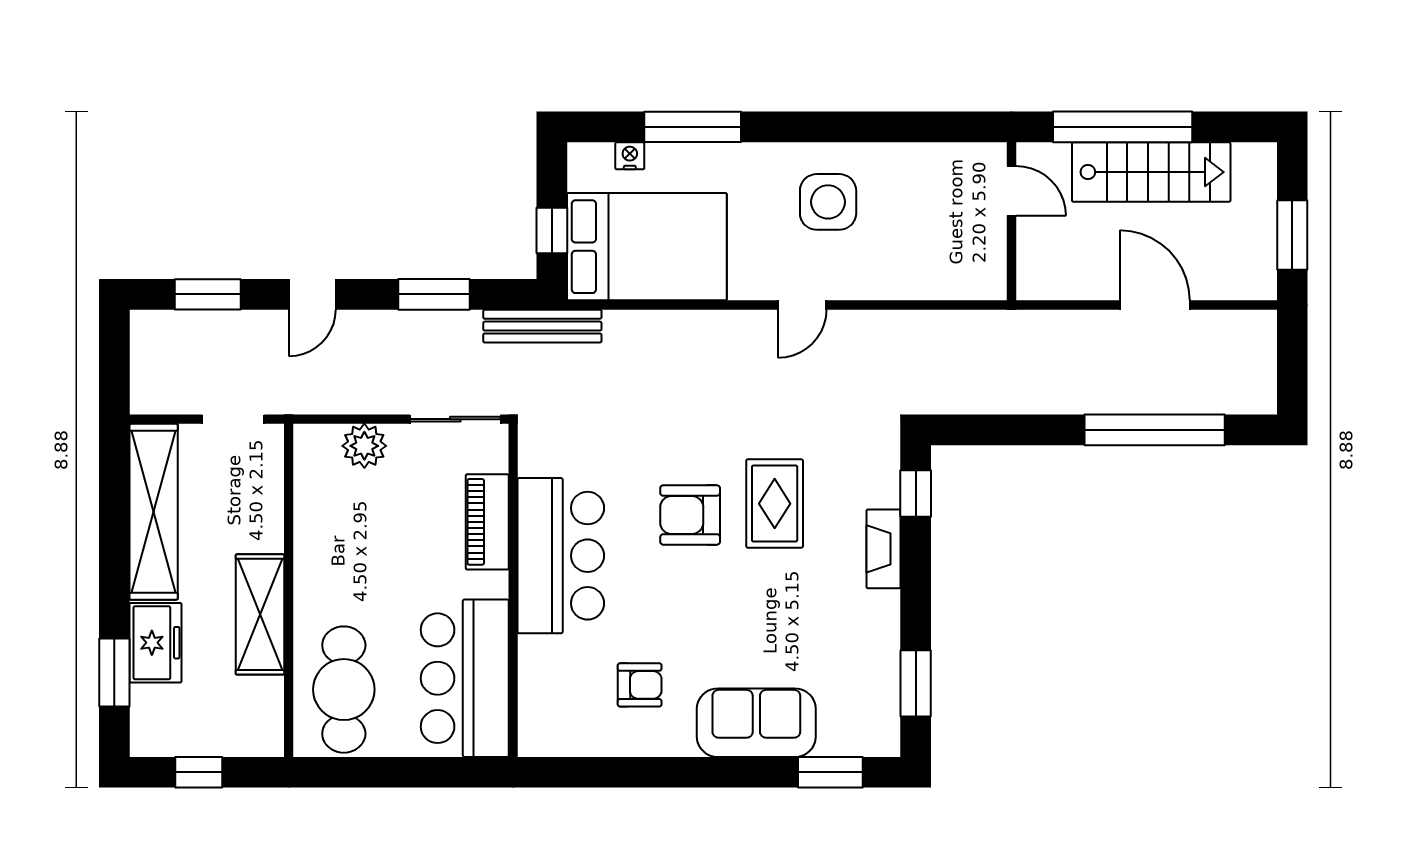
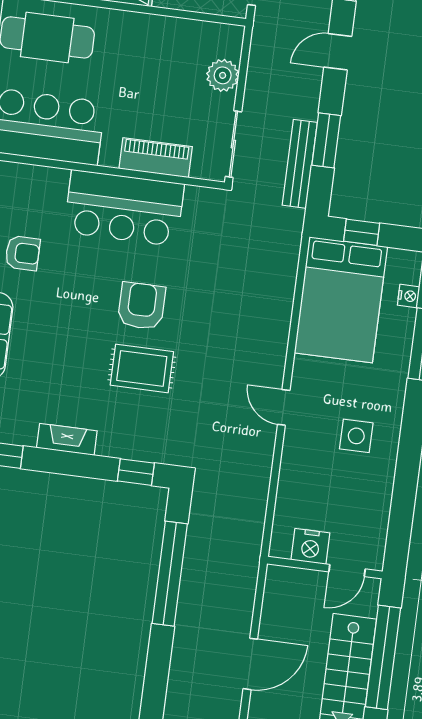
side table: (828, 202) -> (356, 436), width x0.73, depth x0.73
nightstand: (985, 244) -> (310, 546), added
door: (312, 294) -> (338, 52), hinge flipped
bench: (542, 326) -> (300, 164), moved
window: (1155, 430) -> (170, 574), moved
fireplace: (884, 549) -> (67, 439), moved
armchair: (640, 685) -> (23, 253), turned -90

